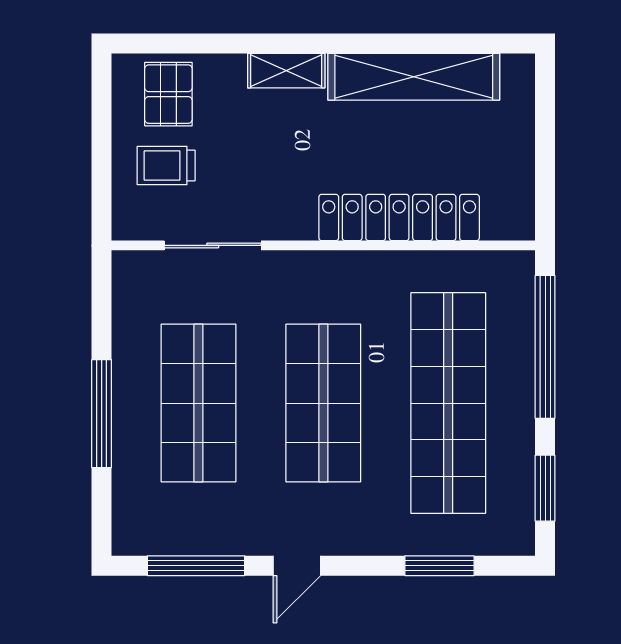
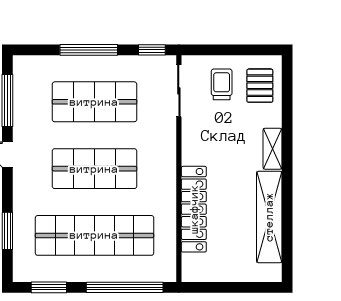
pallet: (168, 94) -> (260, 86), turned 90
sliding door: (213, 245) -> (179, 91), moved
window: (102, 296) -> (152, 50), added

